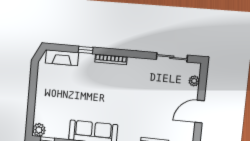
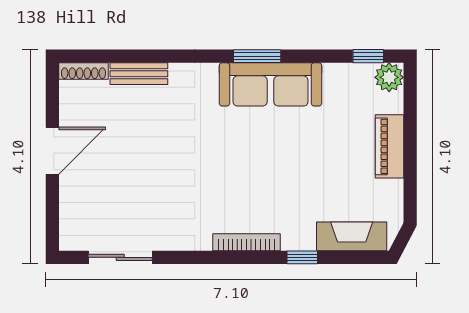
plant: (194, 81) -> (70, 213), removed
piano: (41, 98) -> (390, 146), added

